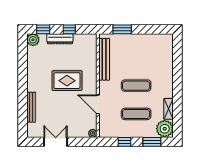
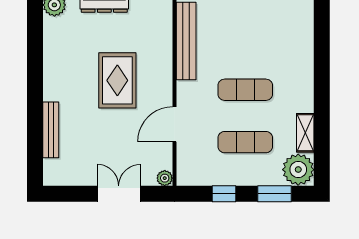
rug: (67, 81) -> (117, 80), turned 90
door: (98, 104) -> (175, 124), hinge flipped
double door: (56, 142) -> (119, 194), moved

